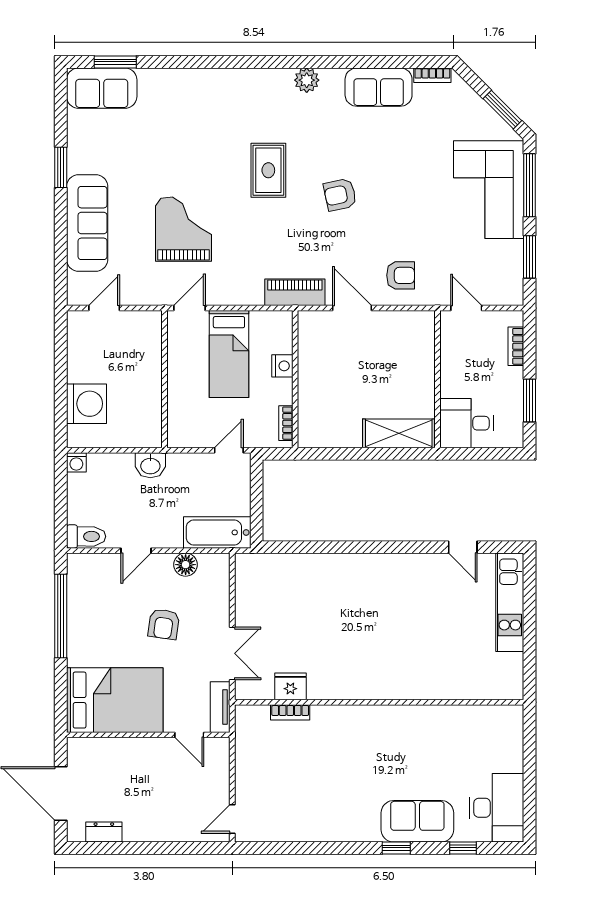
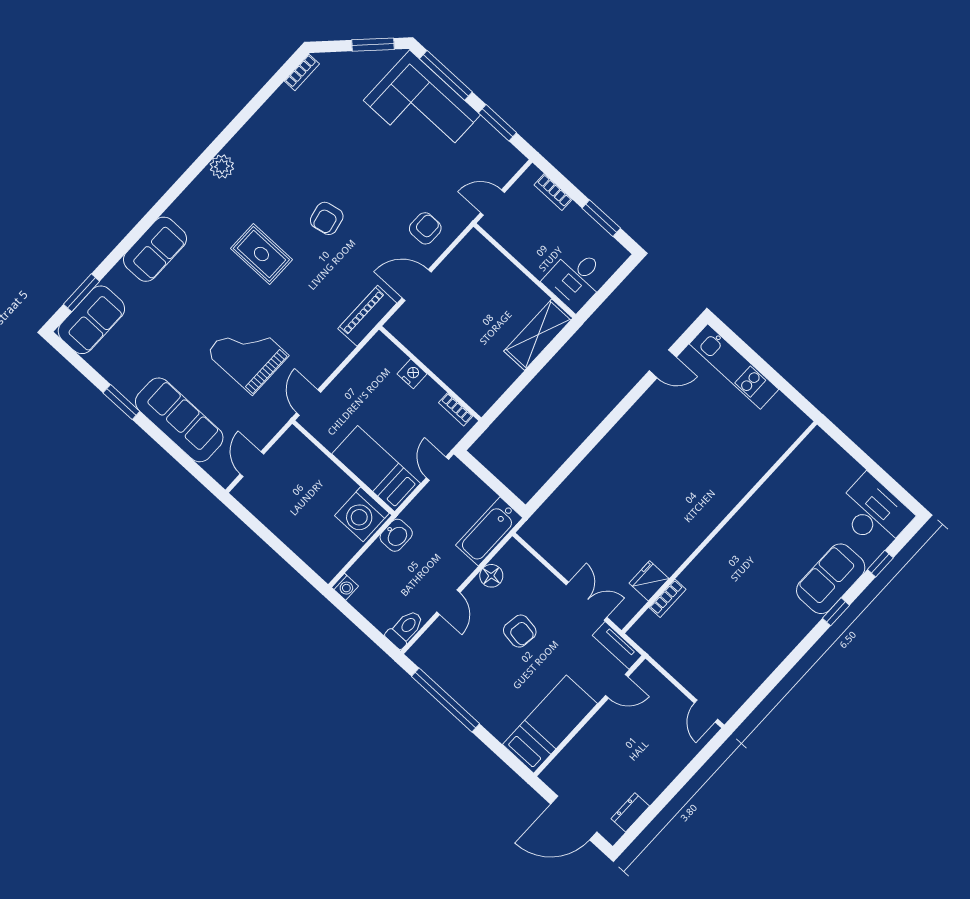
sofa: (379, 87) -> (155, 249), moved
bed: (229, 354) -> (376, 469), moved, turned 180
washing machine: (86, 404) -> (362, 514), moved, turned 180
bed: (115, 700) -> (550, 724), width x0.67

